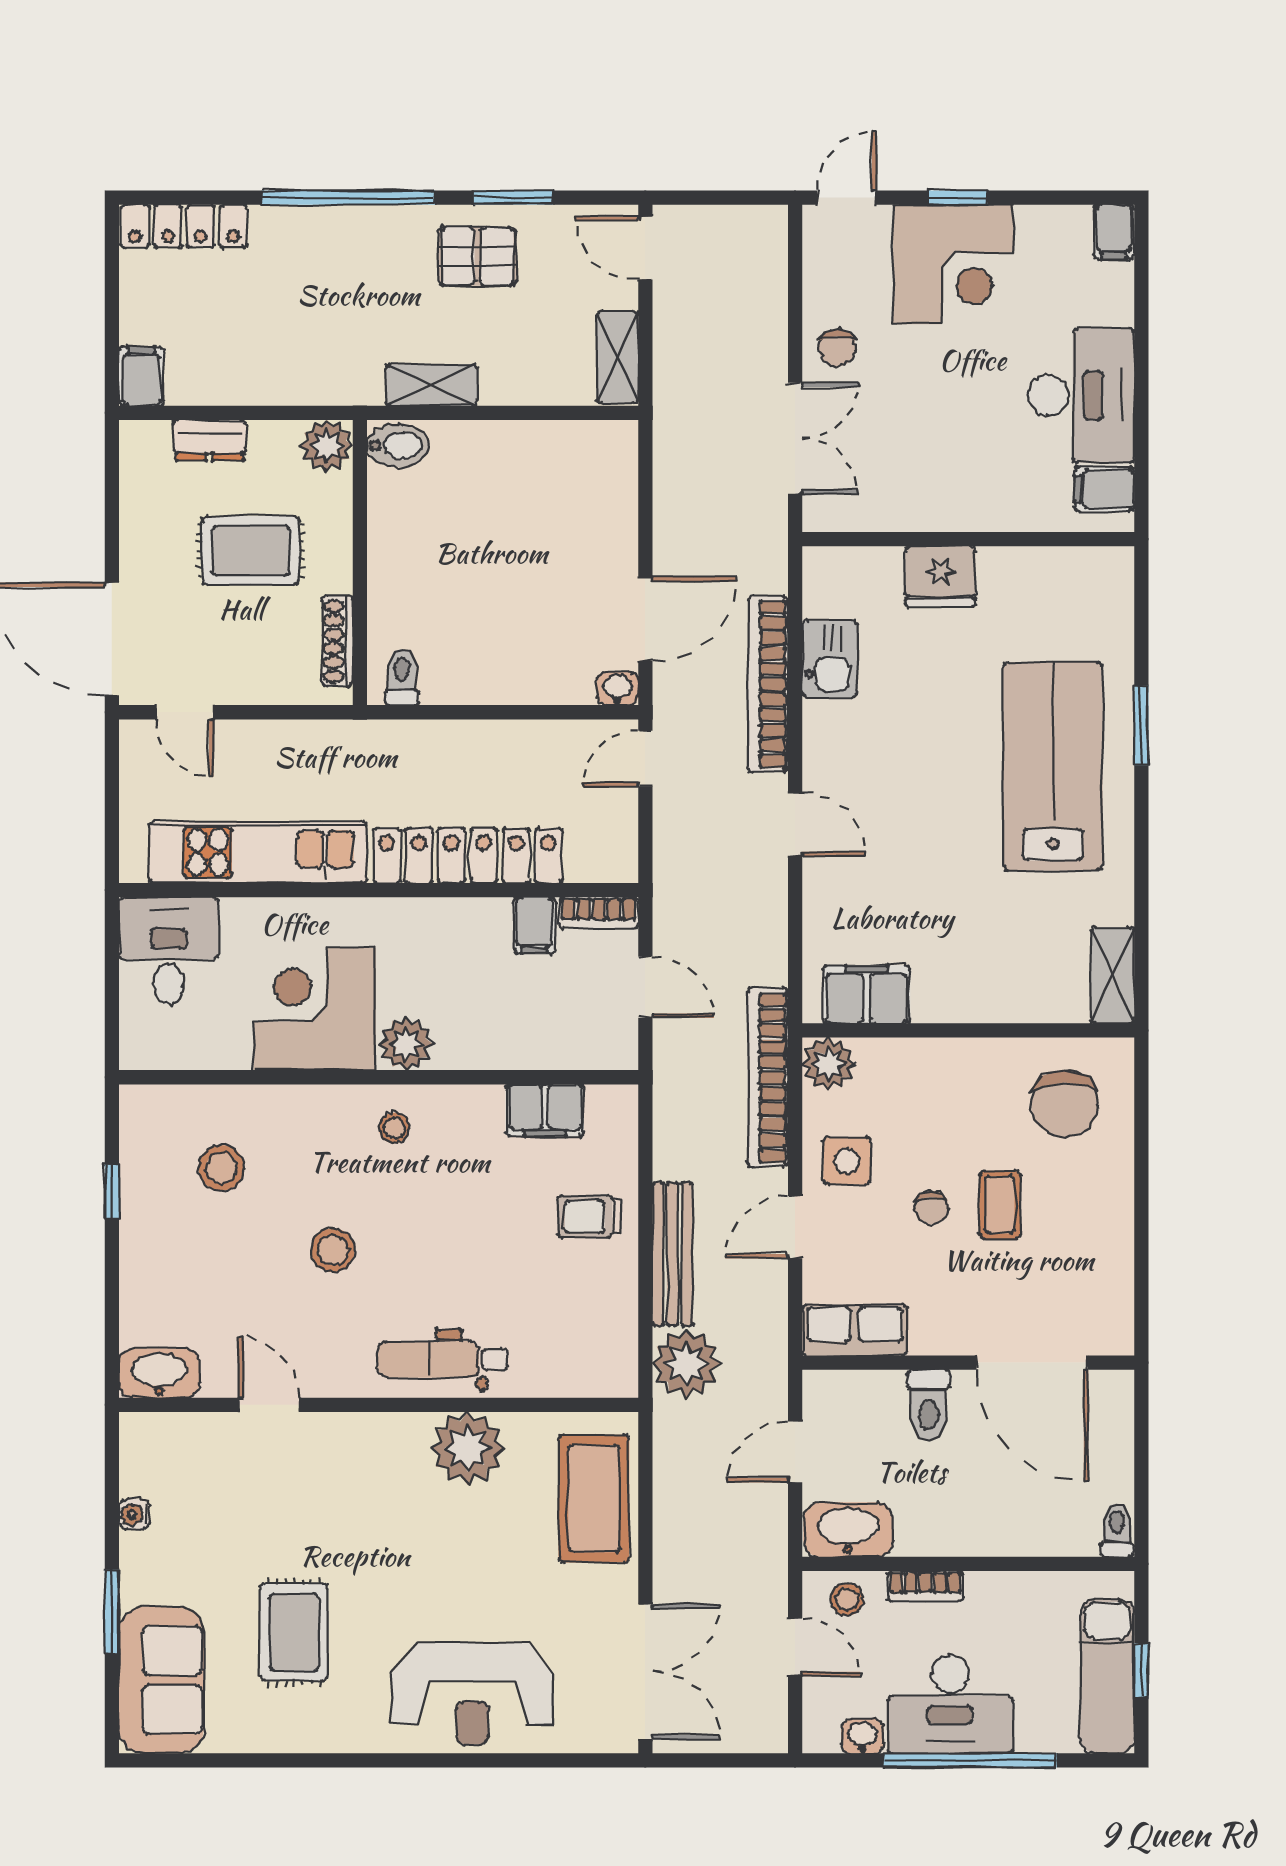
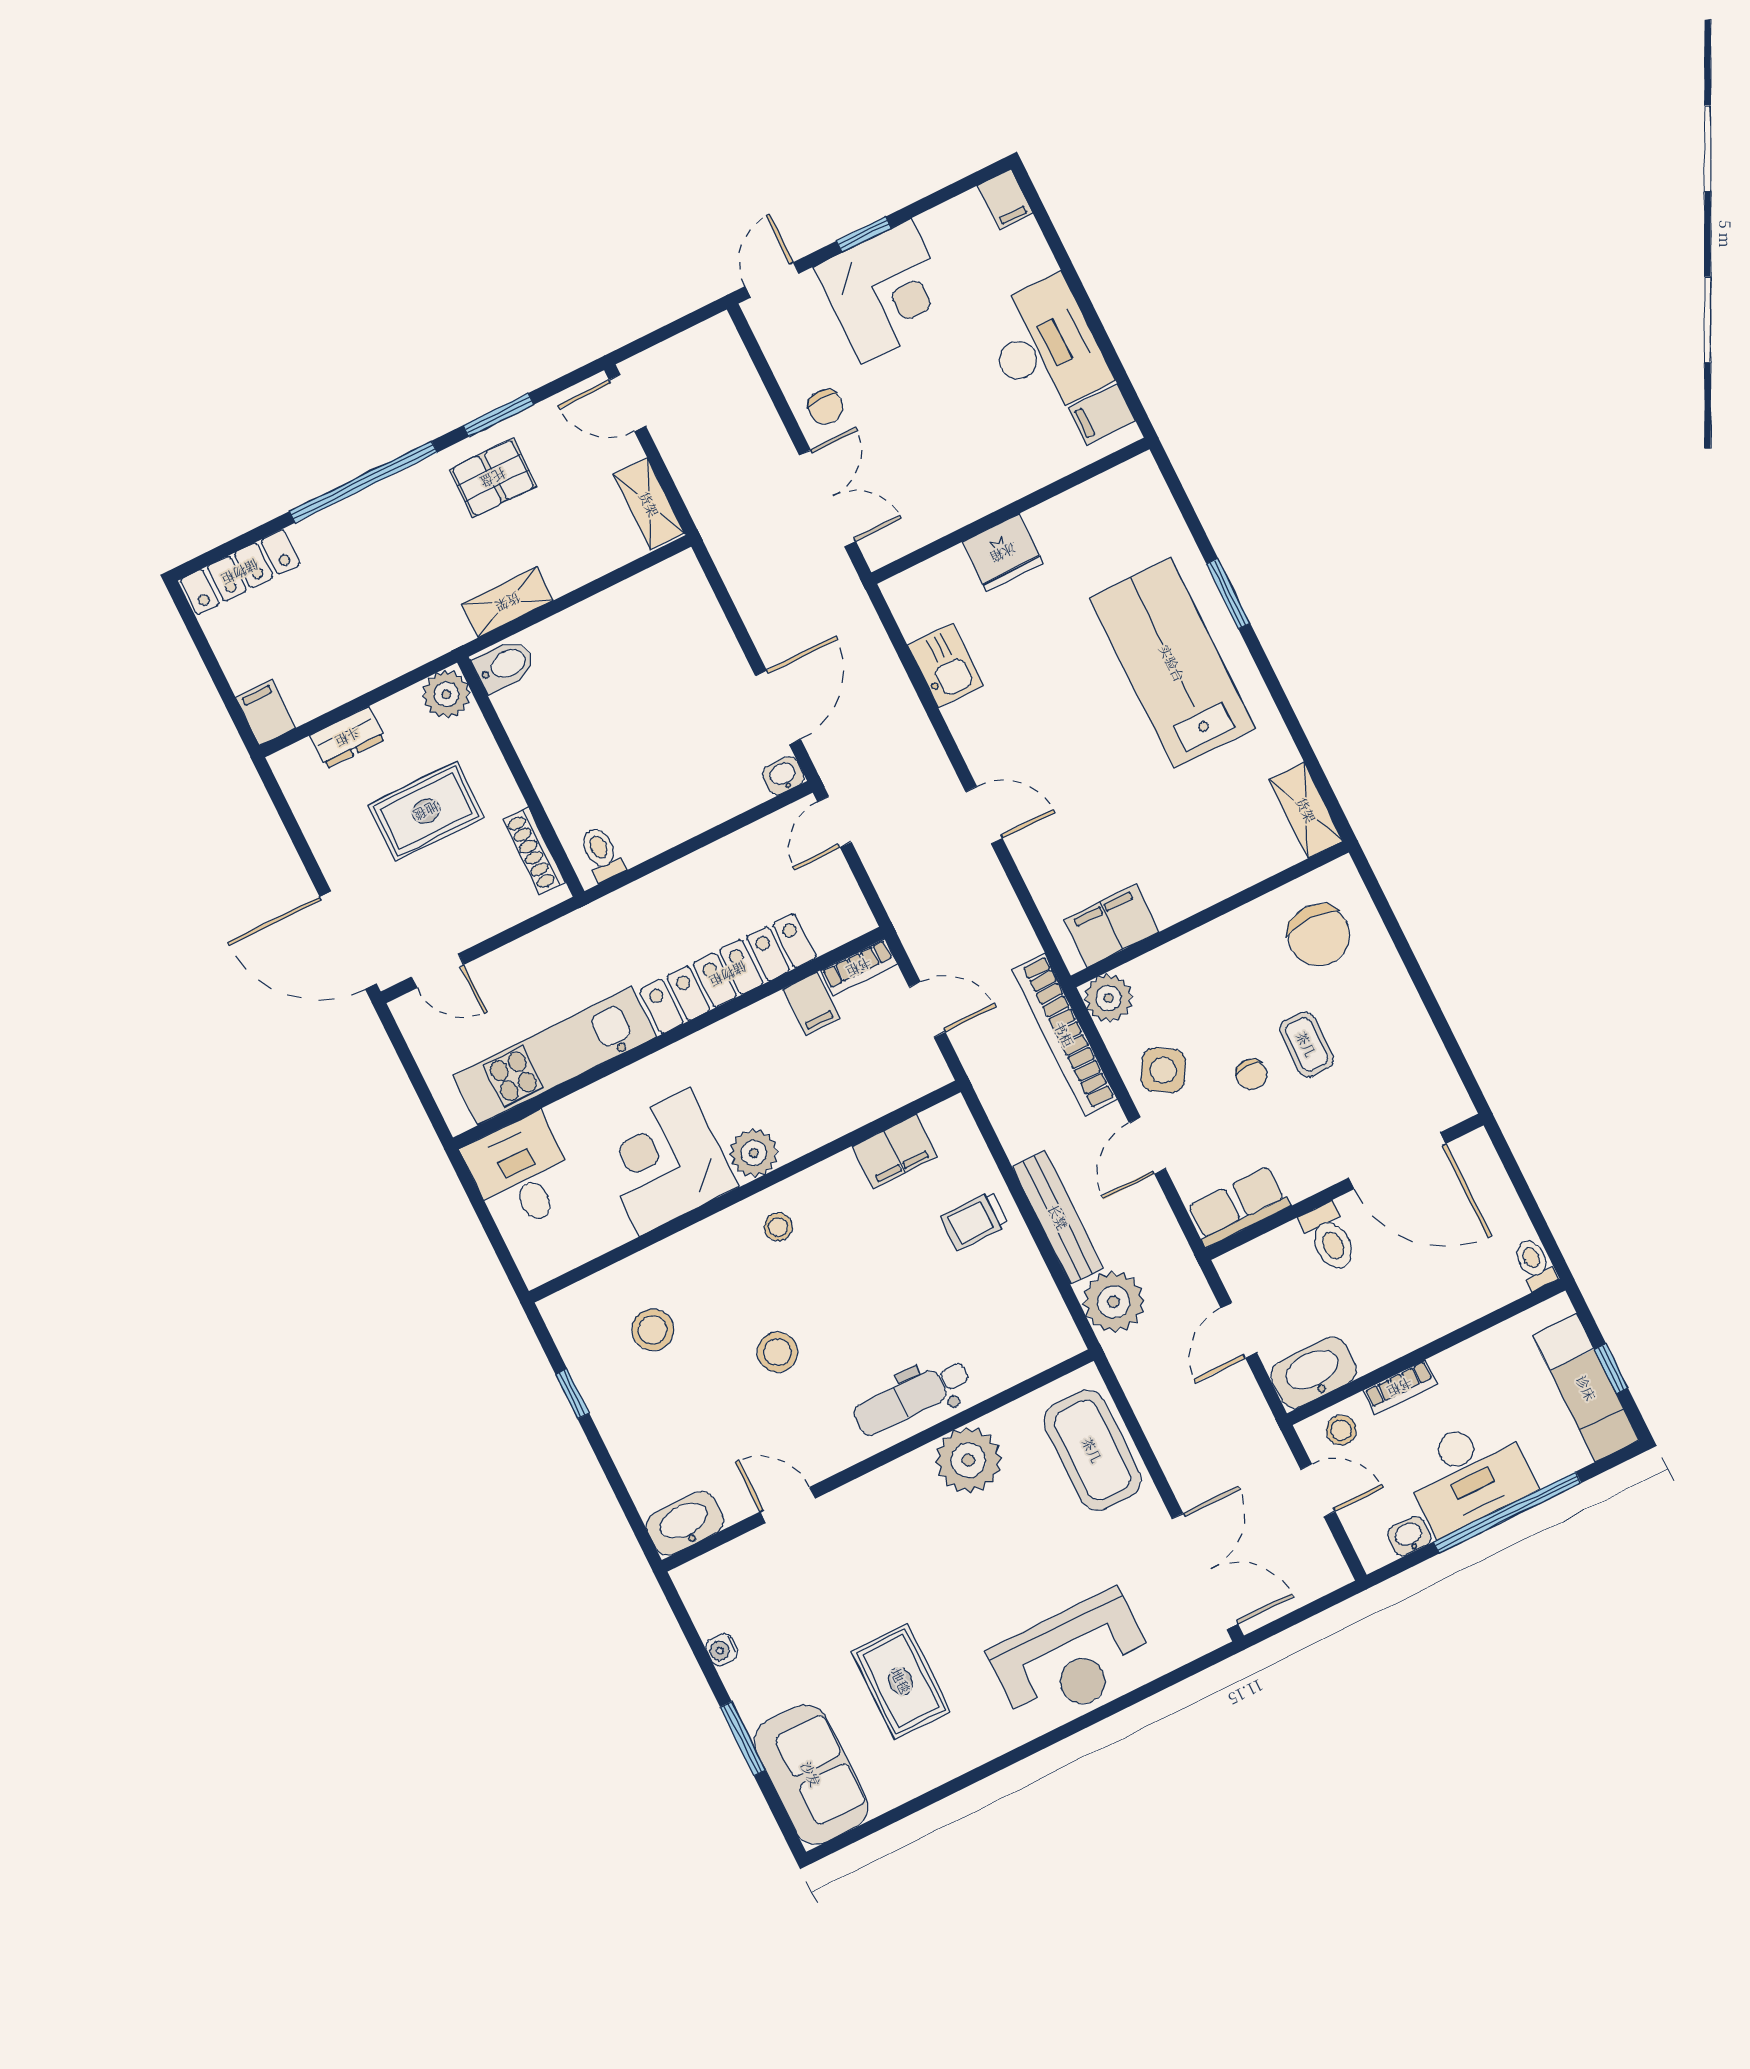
bookcase: (768, 684) -> (905, 711), removed
side table: (847, 1161) -> (1163, 1070), turned 30

